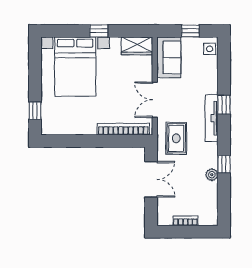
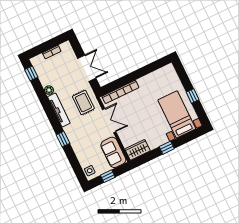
bed with nightstands: (75, 67) -> (177, 114), width x0.73
window: (35, 111) -> (193, 96), moved
tv unit: (212, 118) -> (59, 110), moved
window: (224, 164) -> (31, 73), moved
double door: (151, 179) -> (87, 68), swing flipped

